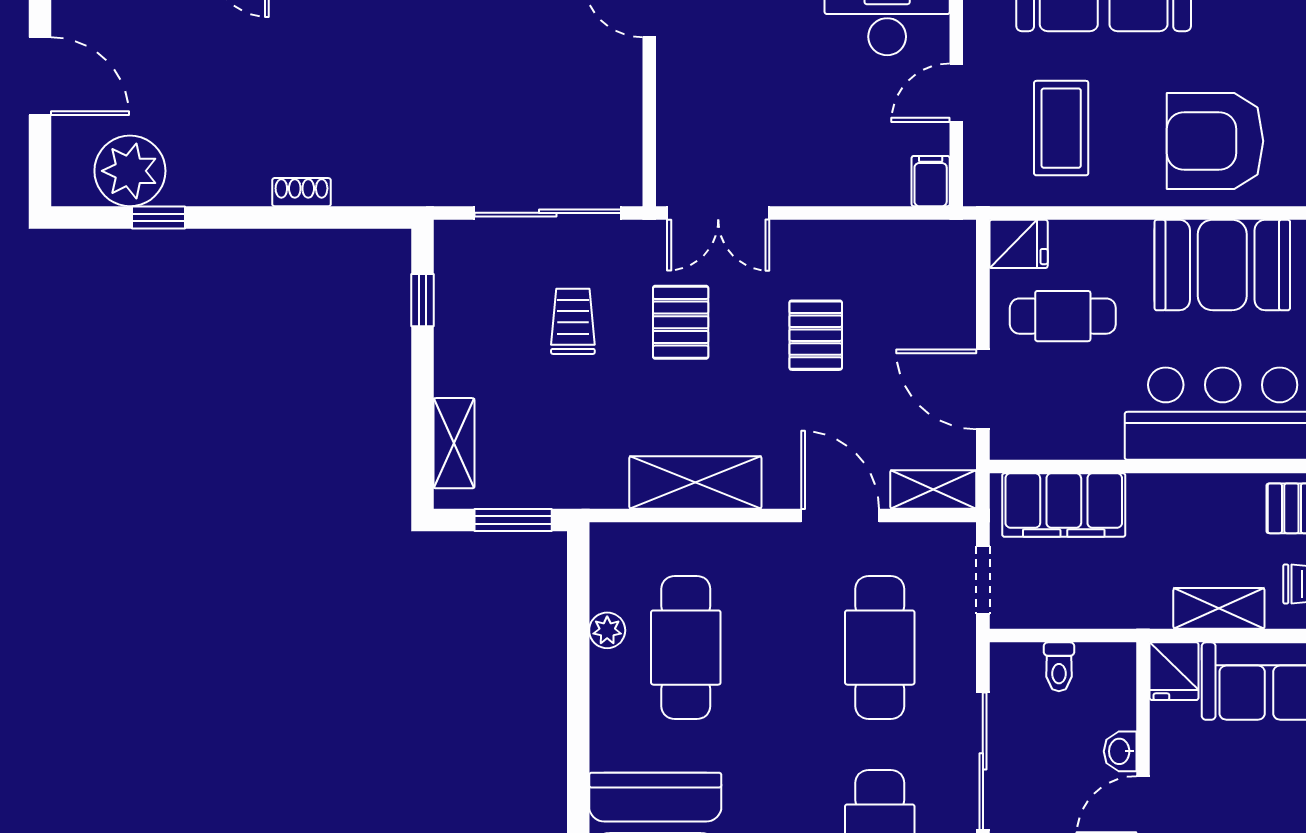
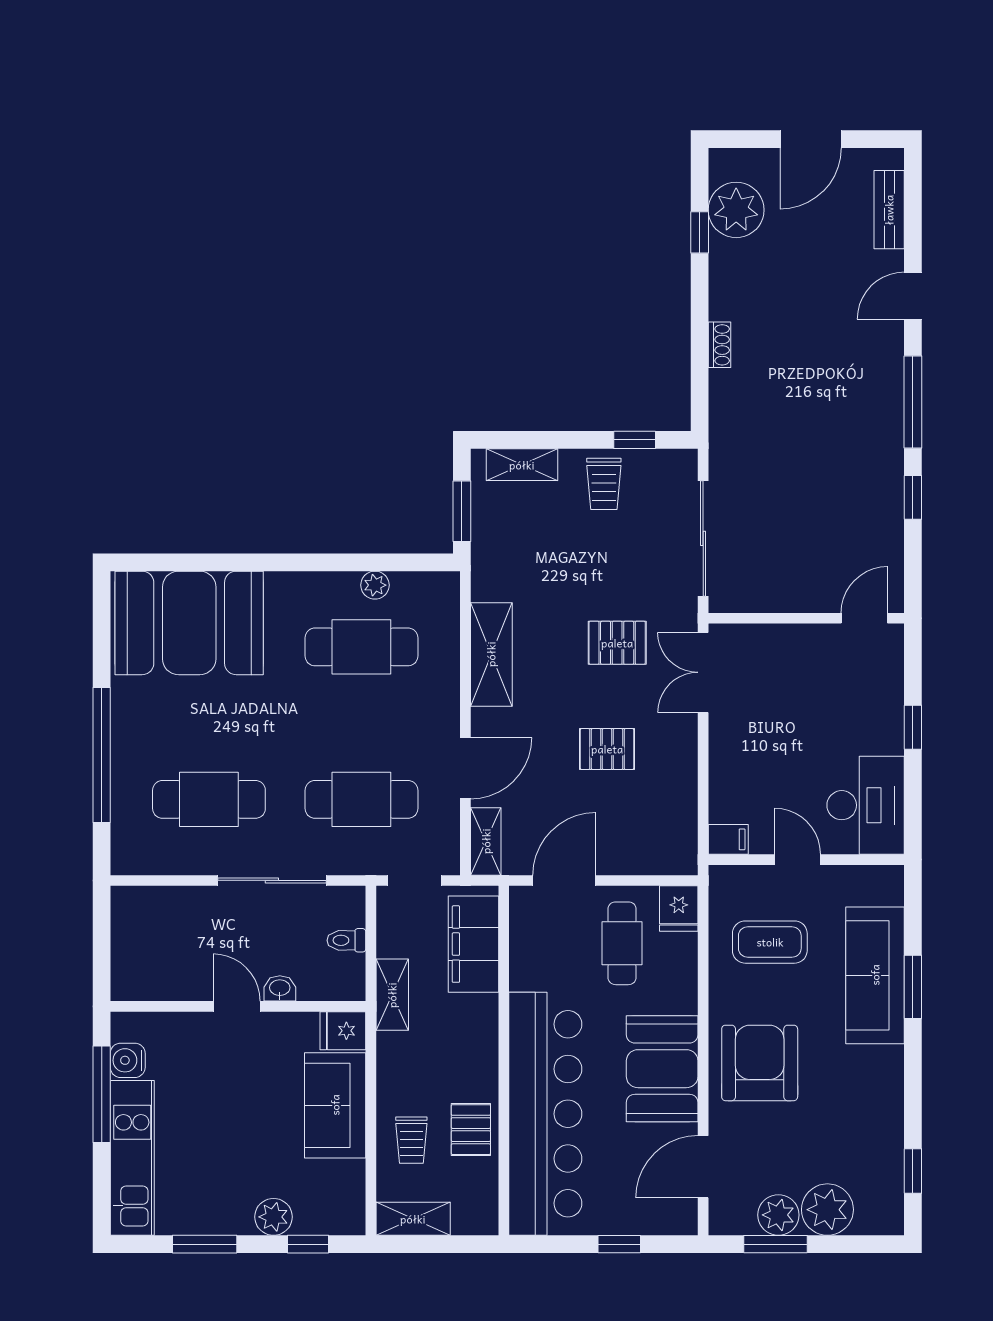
trolley: (573, 321) -> (604, 484), moved, turned 90
shelving: (1219, 608) -> (392, 995), moved

